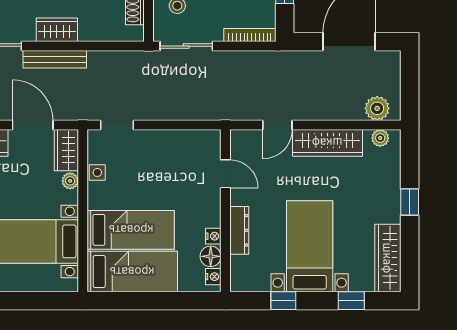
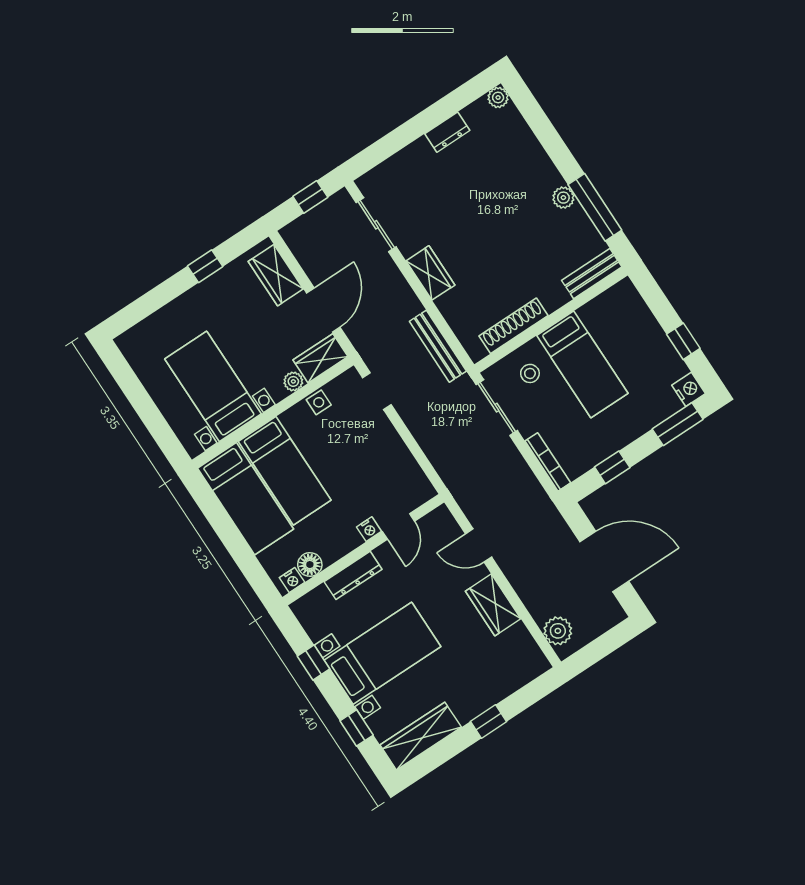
bench: (55, 59) -> (438, 346), moved
plant: (380, 138) -> (531, 653), removed
wardrobe: (327, 143) -> (493, 605), width x0.67
nightstand: (213, 236) -> (369, 529), moved

